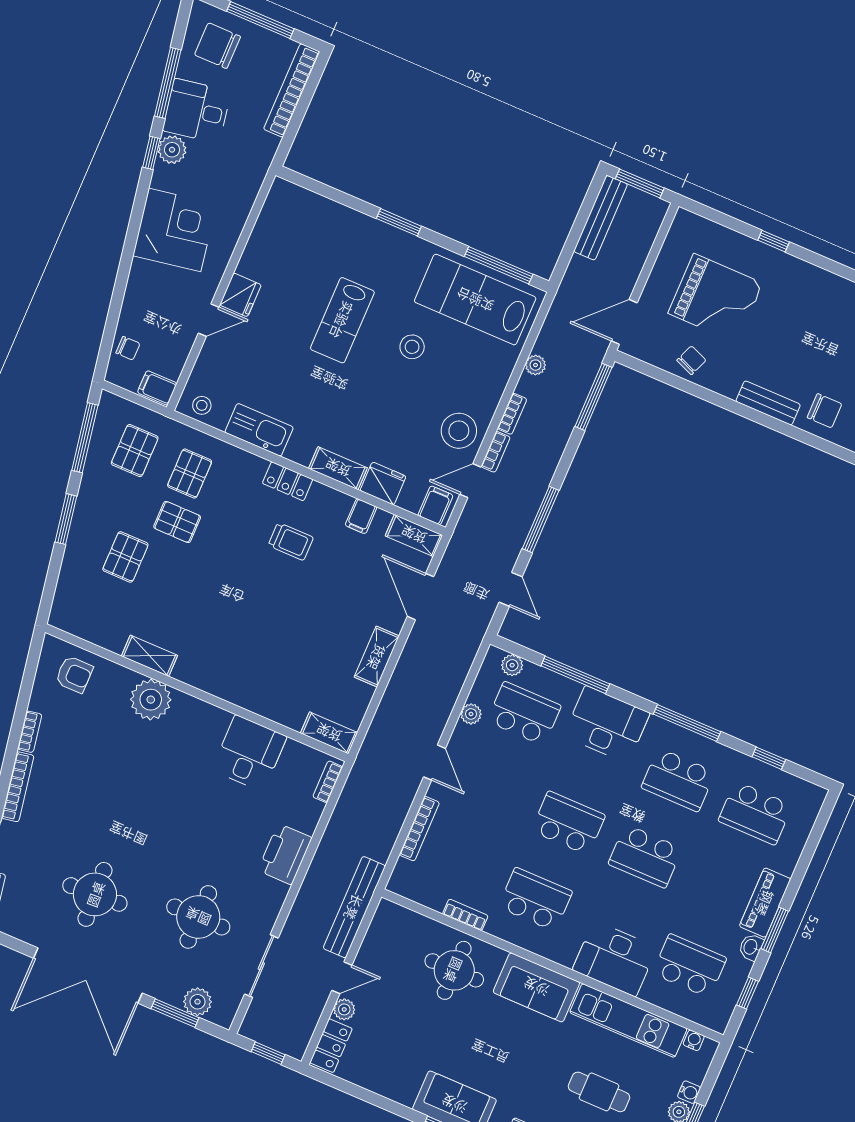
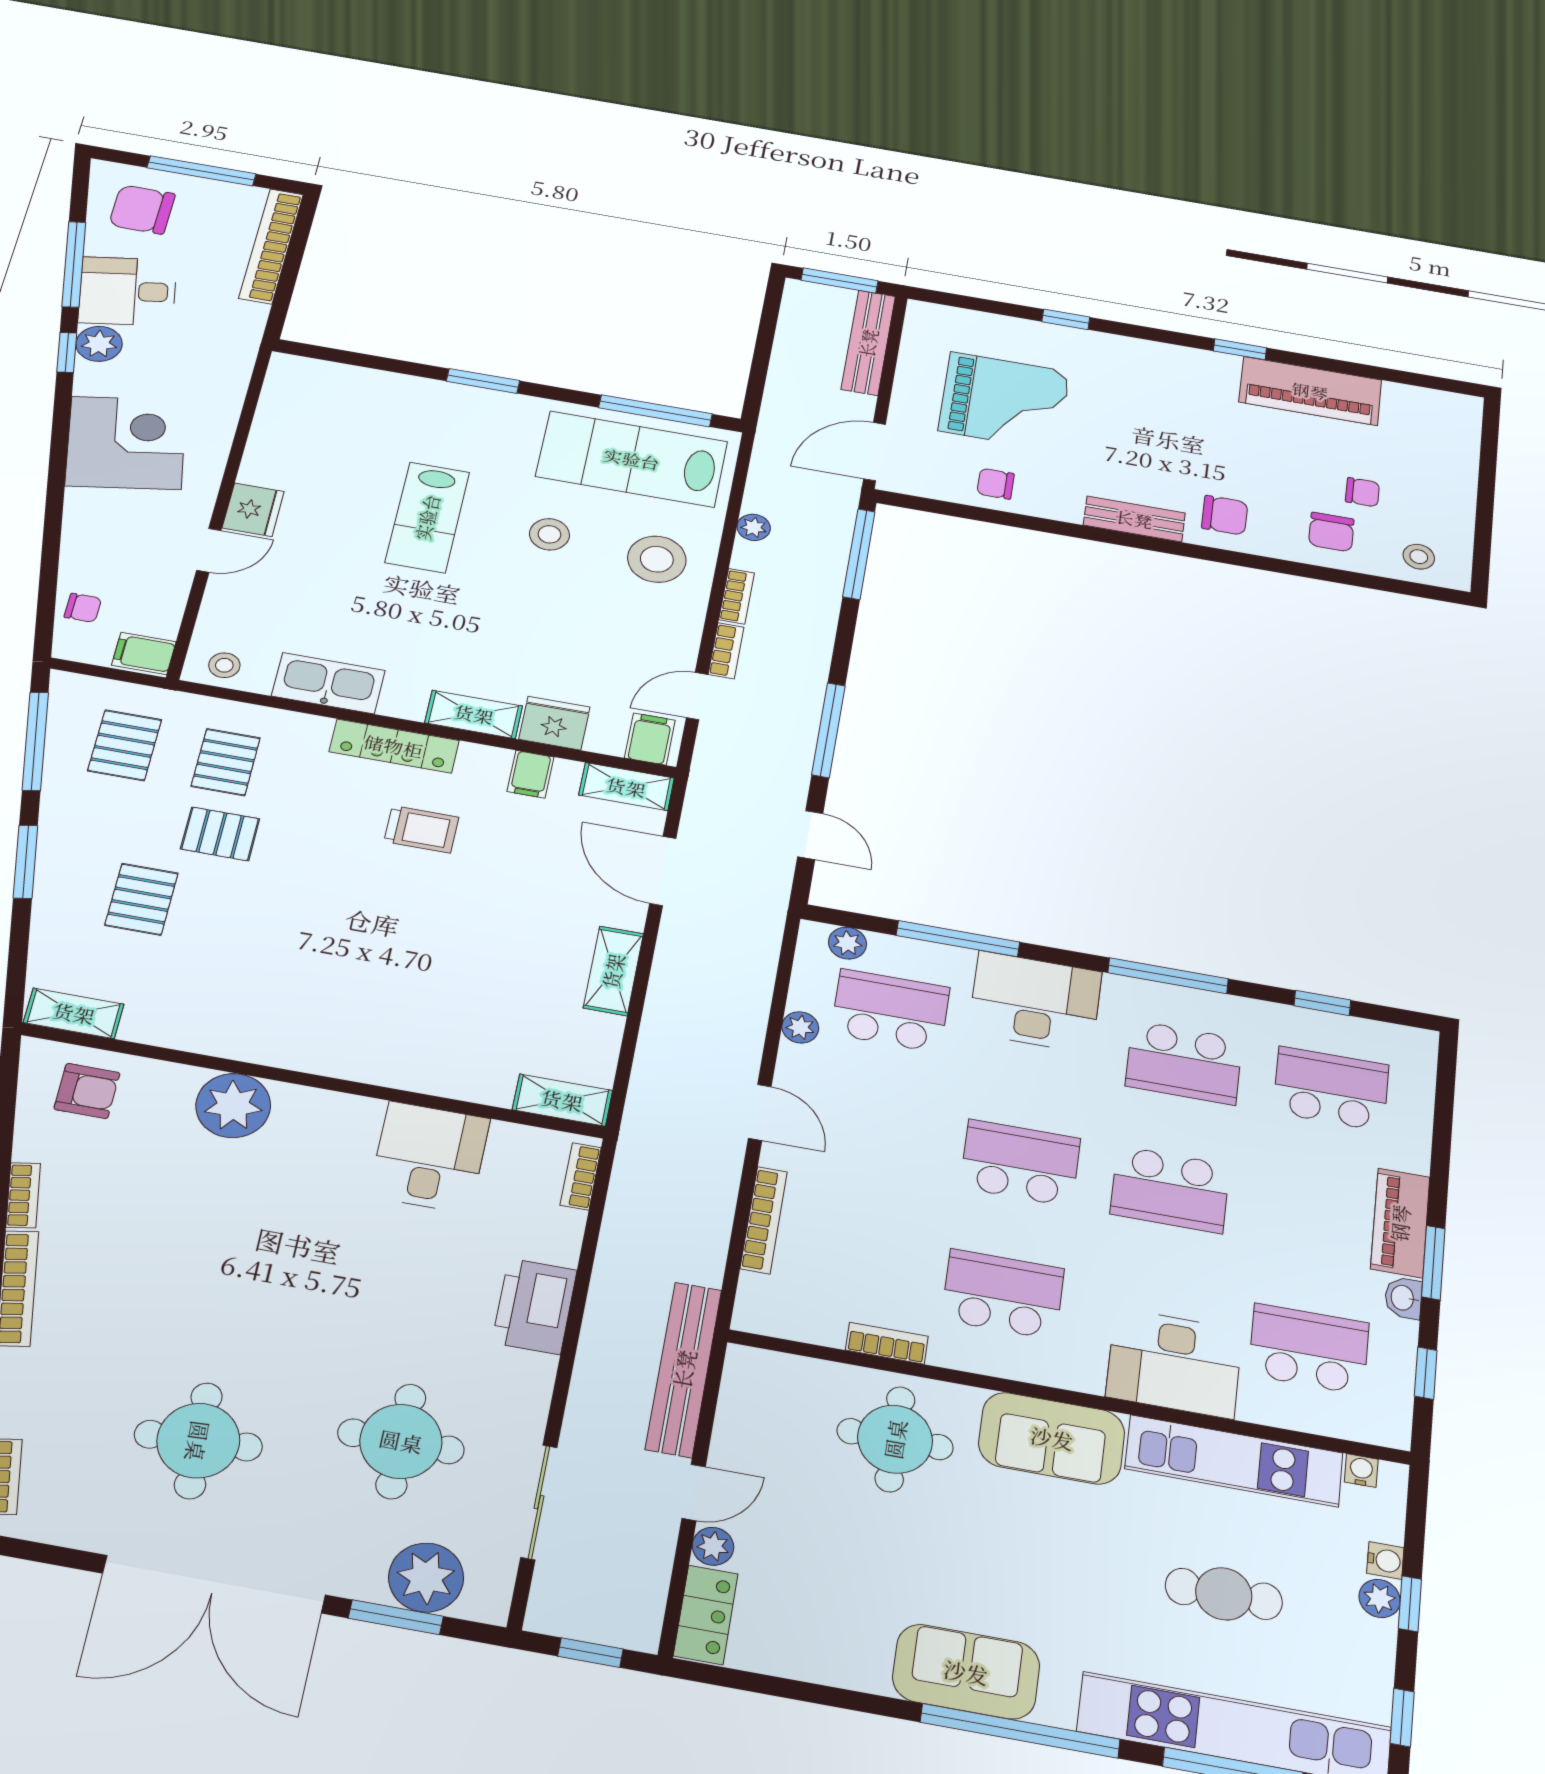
bench: (601, 218) -> (868, 343), moved
chair: (691, 360) -> (996, 484), turned -112
stool: (459, 431) -> (657, 559), moved
locker: (288, 481) -> (394, 746), width x1.53
shelving: (150, 656) -> (74, 1013), moved
school desk: (755, 813) -> (1331, 1089), turned 180
plant: (198, 1002) -> (426, 1578), width x1.36, depth x1.36

